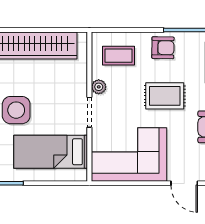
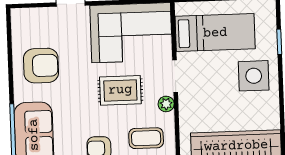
rug: (165, 96) -> (120, 90), moved

